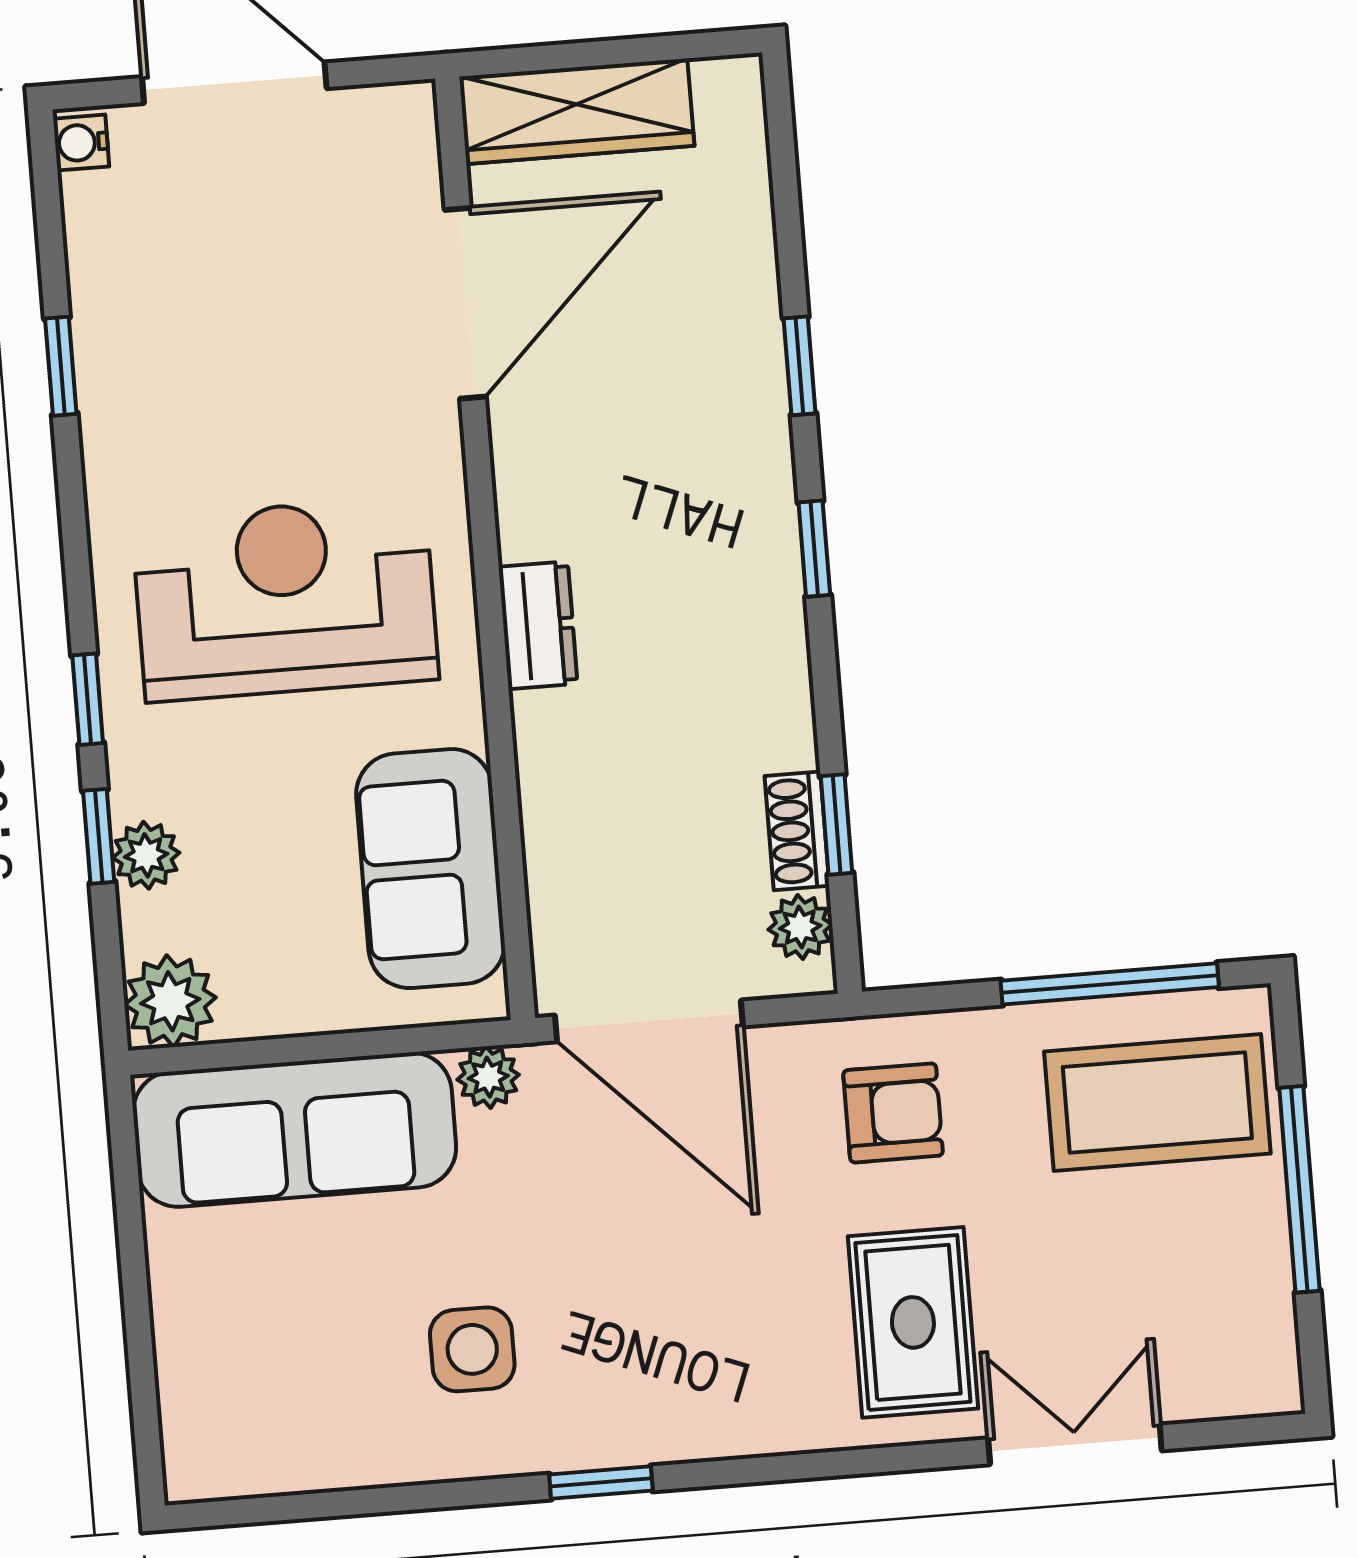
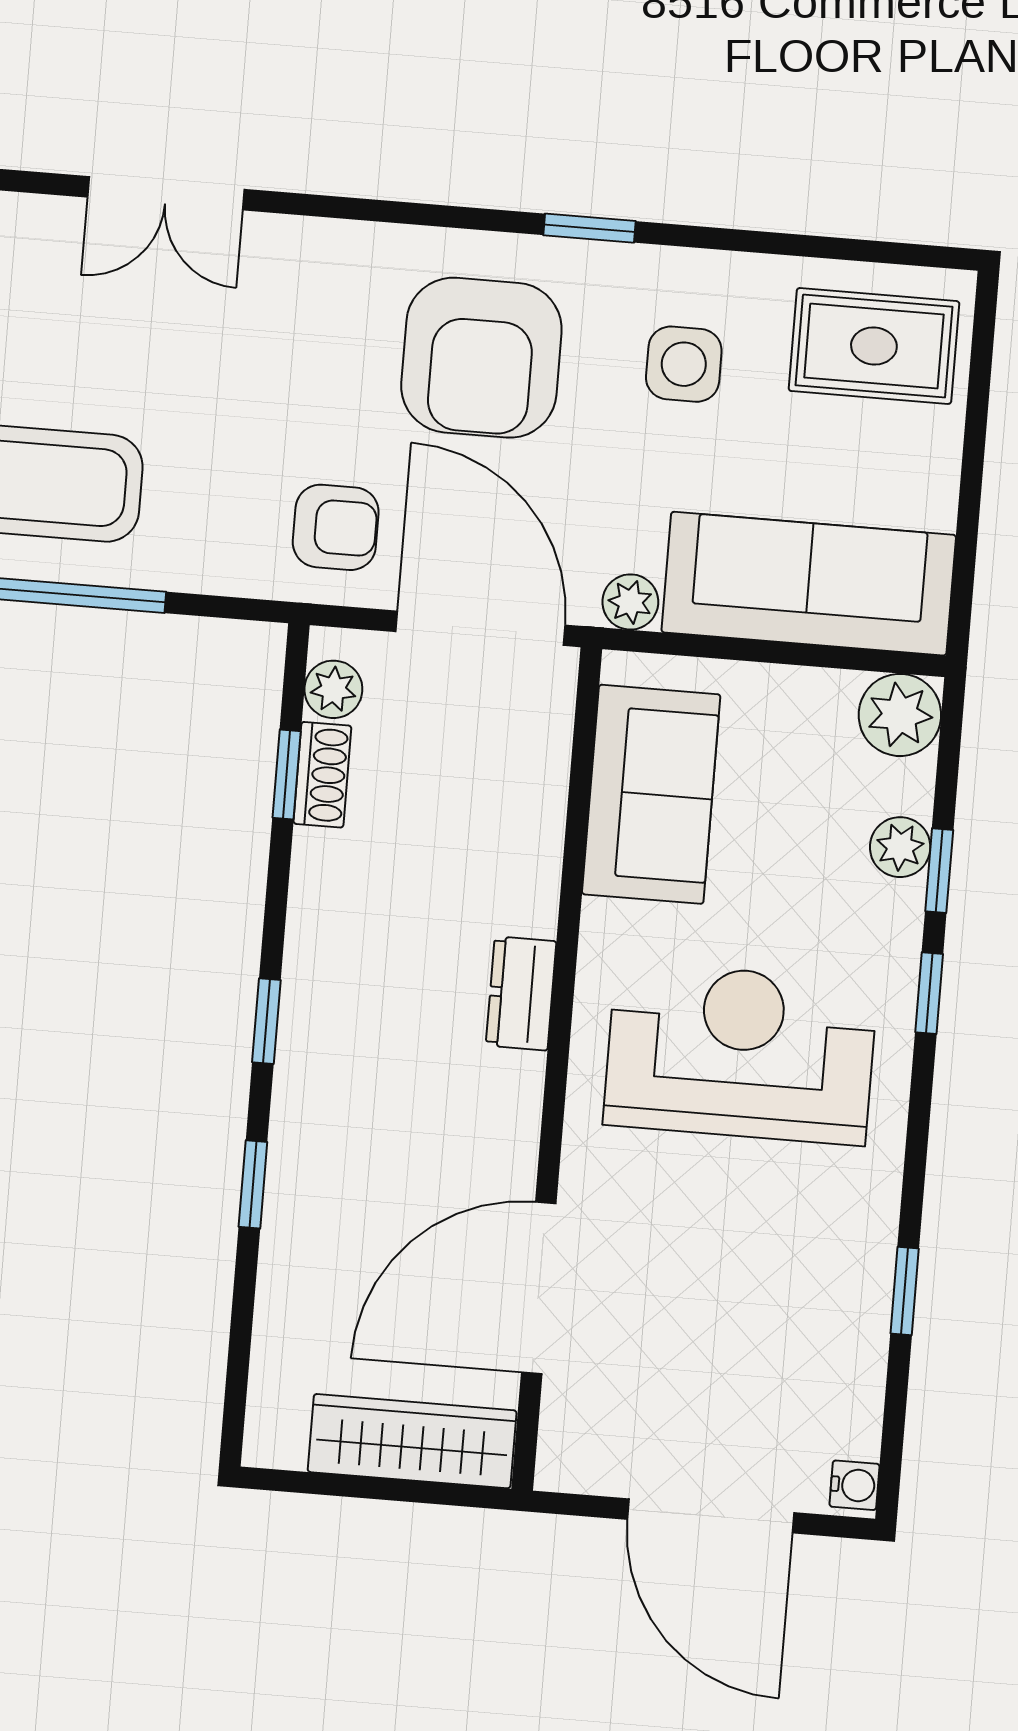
reception desk: (285, 599) -> (740, 1053), turned 180
armchair: (893, 1113) -> (336, 527), moved, turned 180
armchair: (697, 1320) -> (481, 358), added
rug: (913, 1322) -> (874, 346), moved, turned 90

